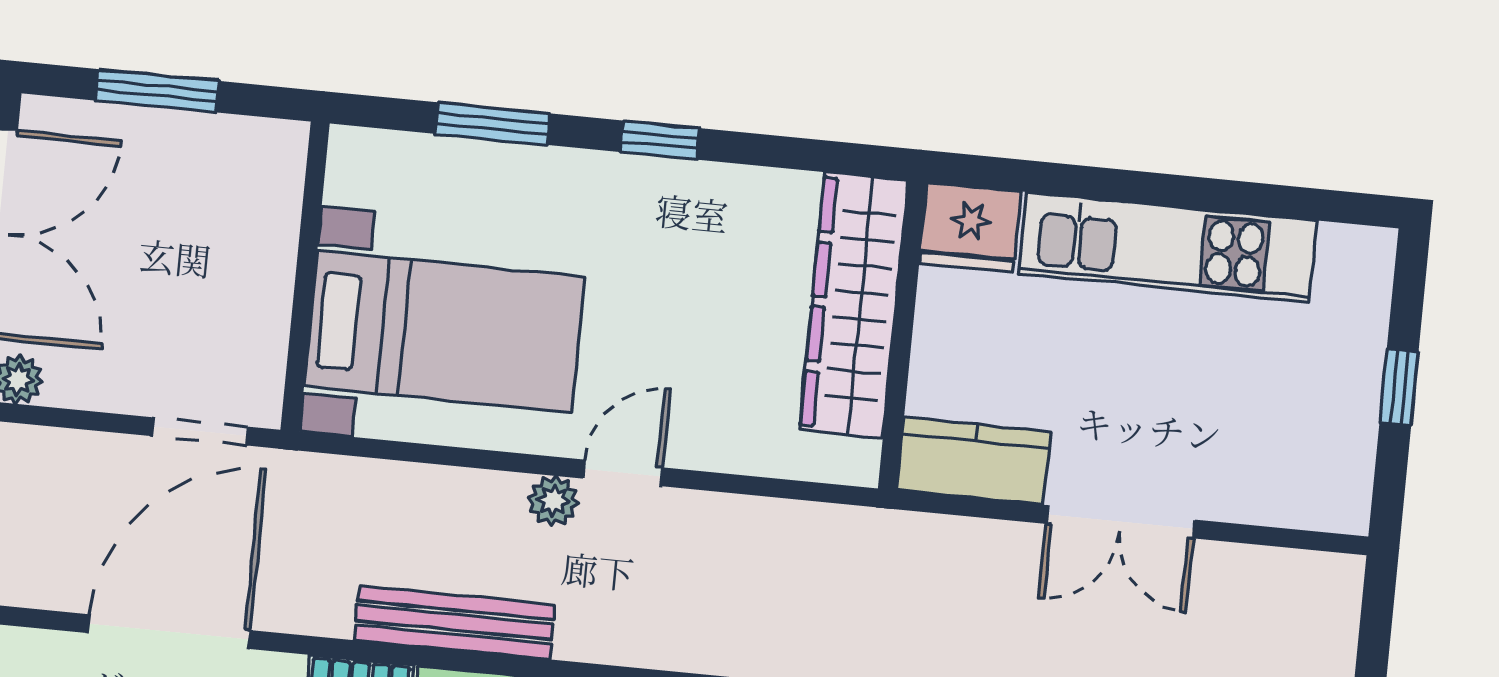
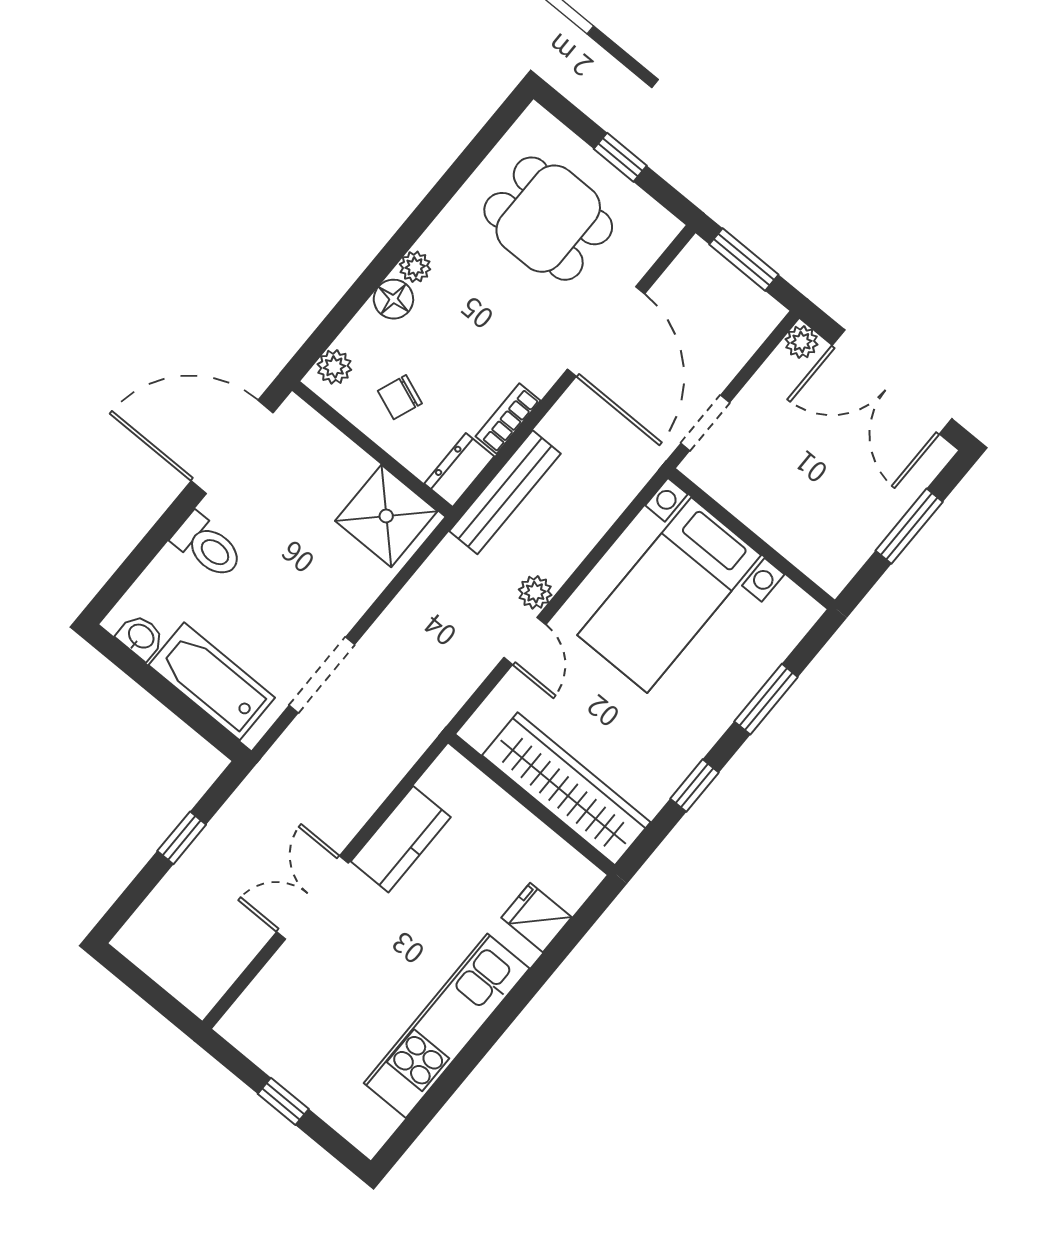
fridge: (970, 227) -> (537, 917), width x0.72
wardrobe: (854, 305) -> (566, 789), moved
wall: (902, 335) -> (531, 804), moved

